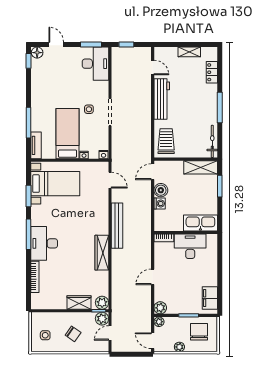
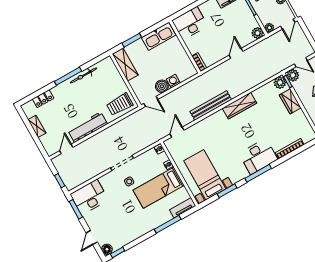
bicycle: (212, 141) -> (84, 75), moved
kitchen sink: (200, 223) -> (159, 36), moved, turned -90
desk: (190, 246) -> (190, 23), moved, turned 90
door: (153, 277) -> (236, 53), swing flipped

